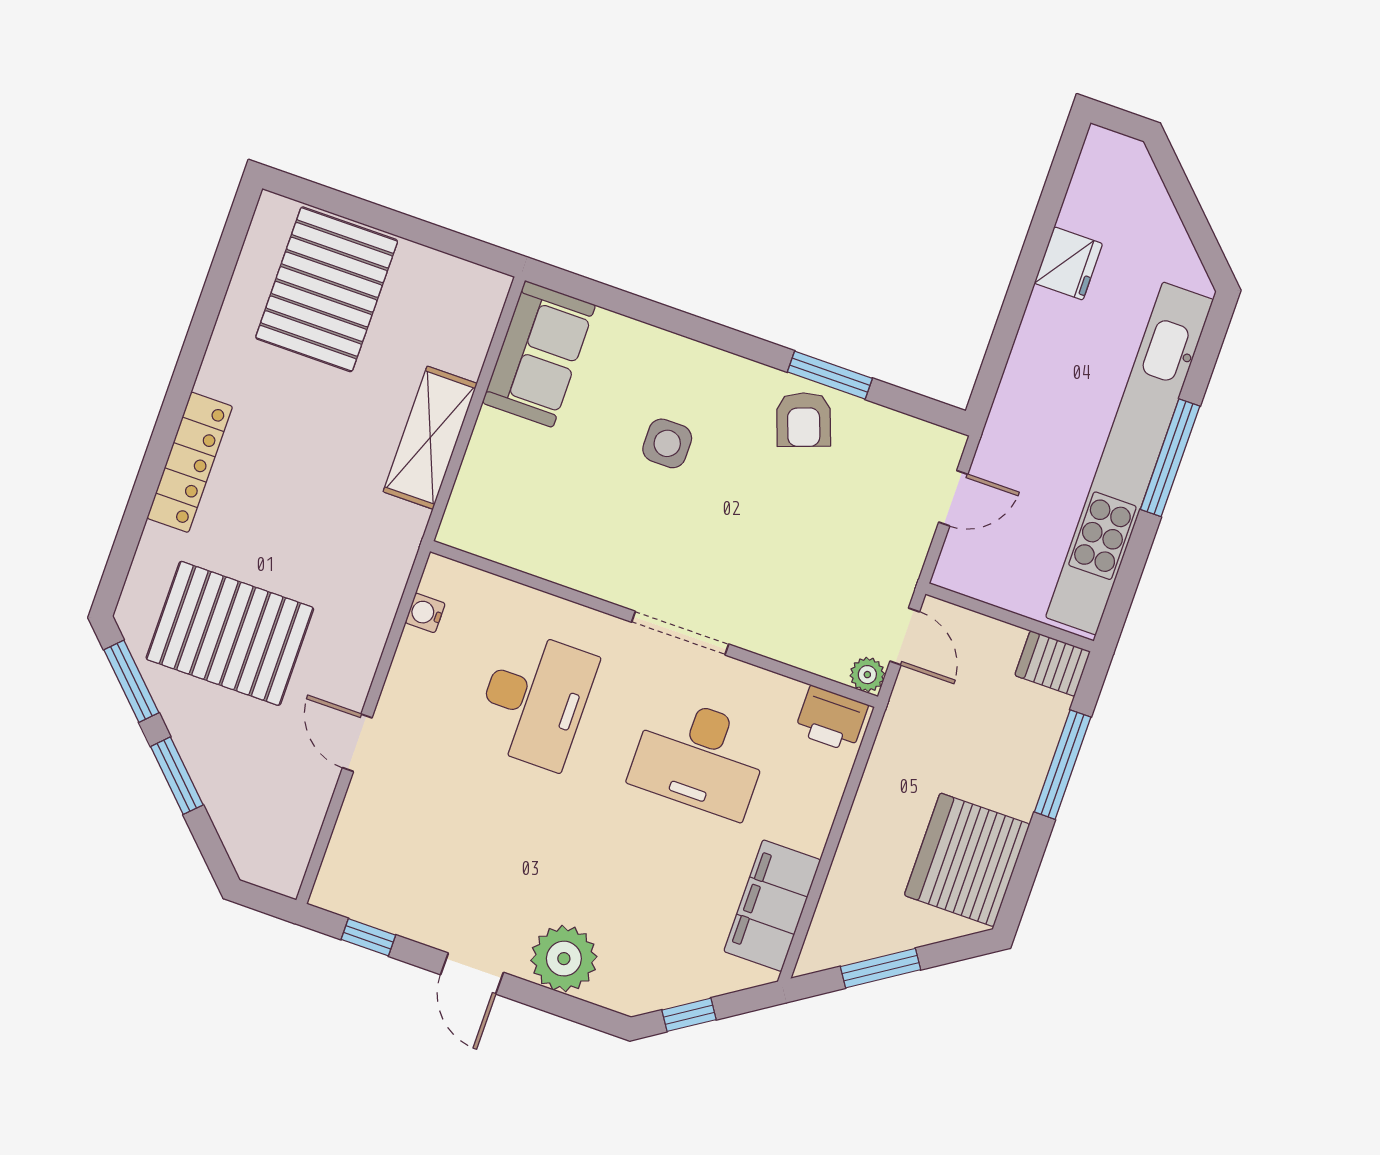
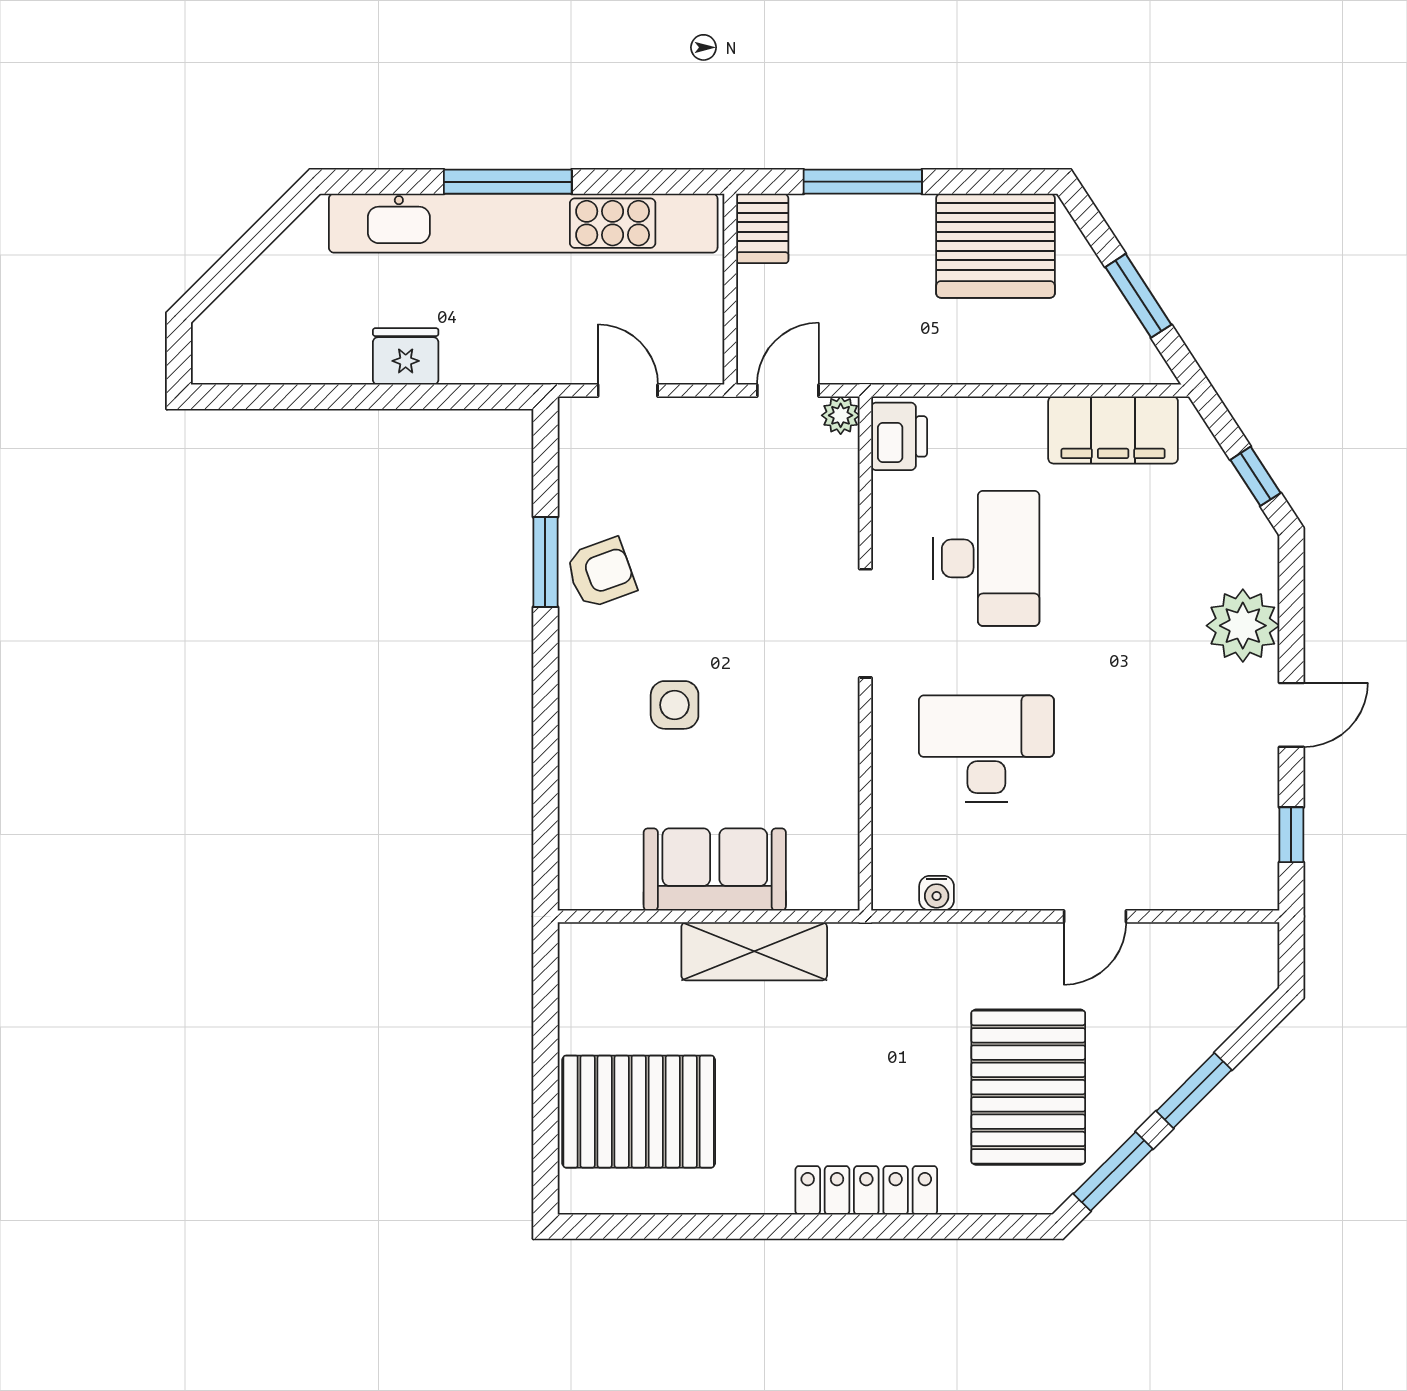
fridge: (1068, 263) -> (406, 356), moved
sofa: (539, 354) -> (715, 869), moved

